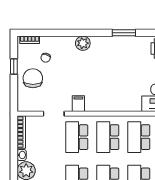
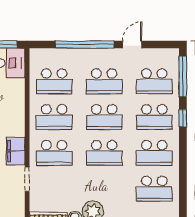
filing cabinet: (78, 104) -> (16, 151), width x2.00

